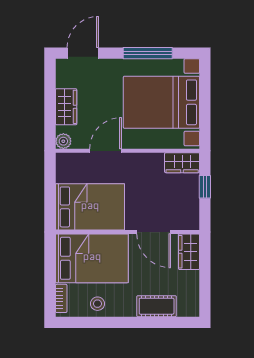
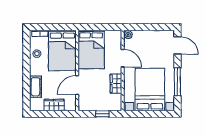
wardrobe: (66, 107) -> (147, 36), removed
wardrobe: (182, 163) -> (116, 84), moved
wardrobe: (189, 252) -> (54, 105), moved

